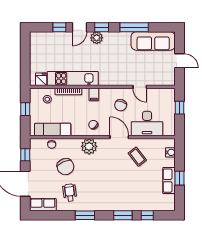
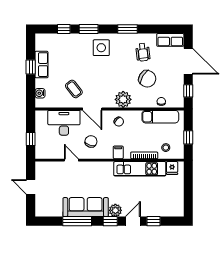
sofa: (153, 41) -> (86, 207), moved
chair: (65, 167) -> (147, 79), turned 145
side table: (110, 197) -> (101, 48), added

